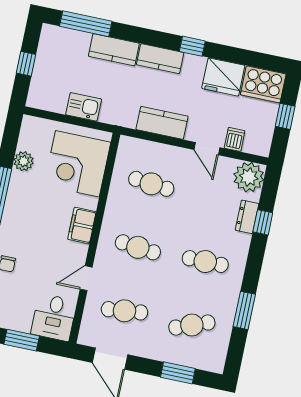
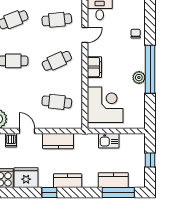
kitchen counter: (114, 50) -> (113, 180), moved
plant: (24, 161) -> (139, 78), moved
cafe table: (138, 247) -> (57, 61), turned -30

